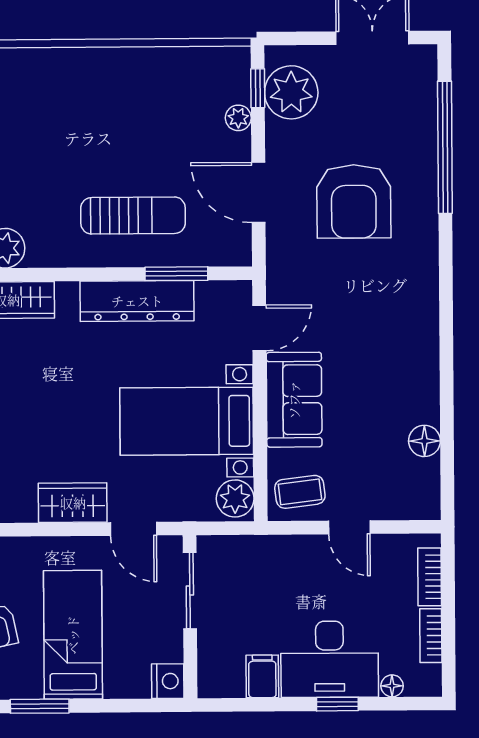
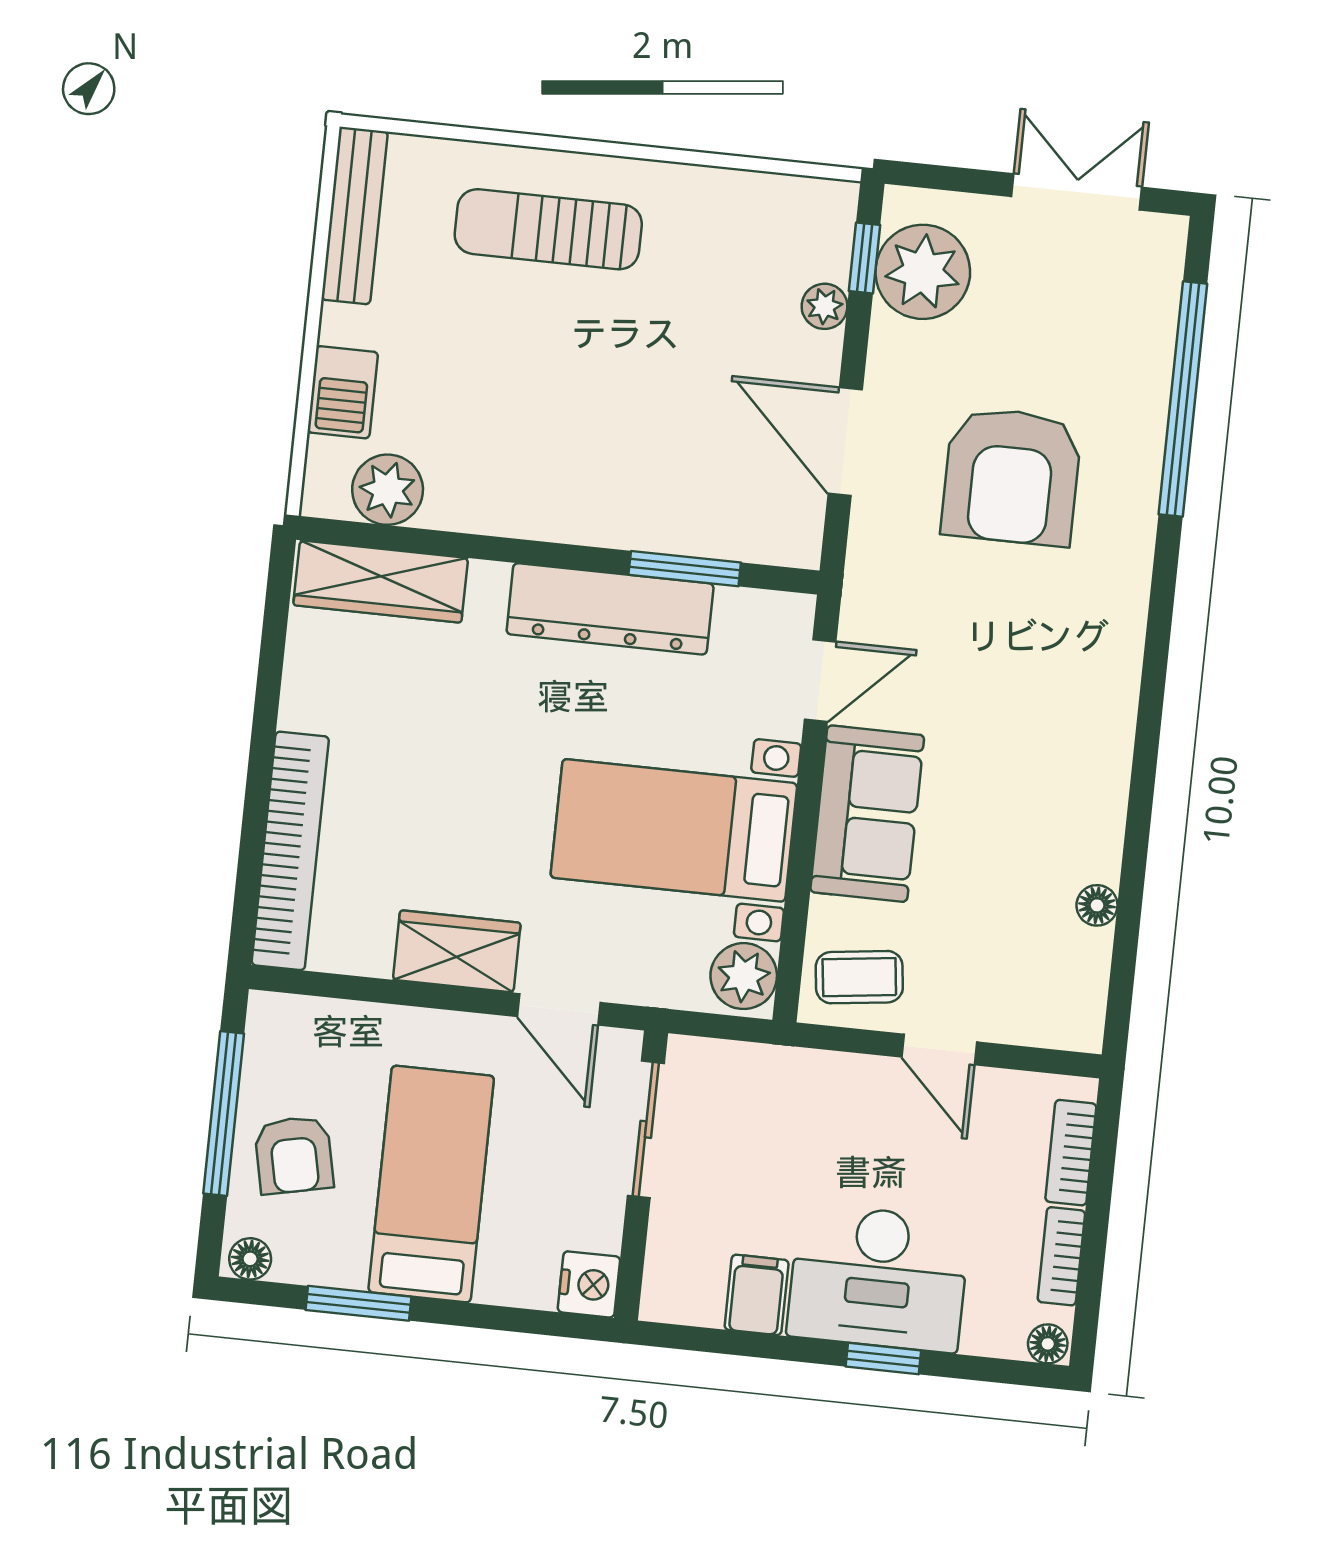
sun lounger: (133, 216) -> (548, 229), moved, turned 180
floor lamp: (424, 441) -> (1097, 905), width x0.73, depth x0.73
floor lamp: (392, 686) -> (1048, 1344), moved

